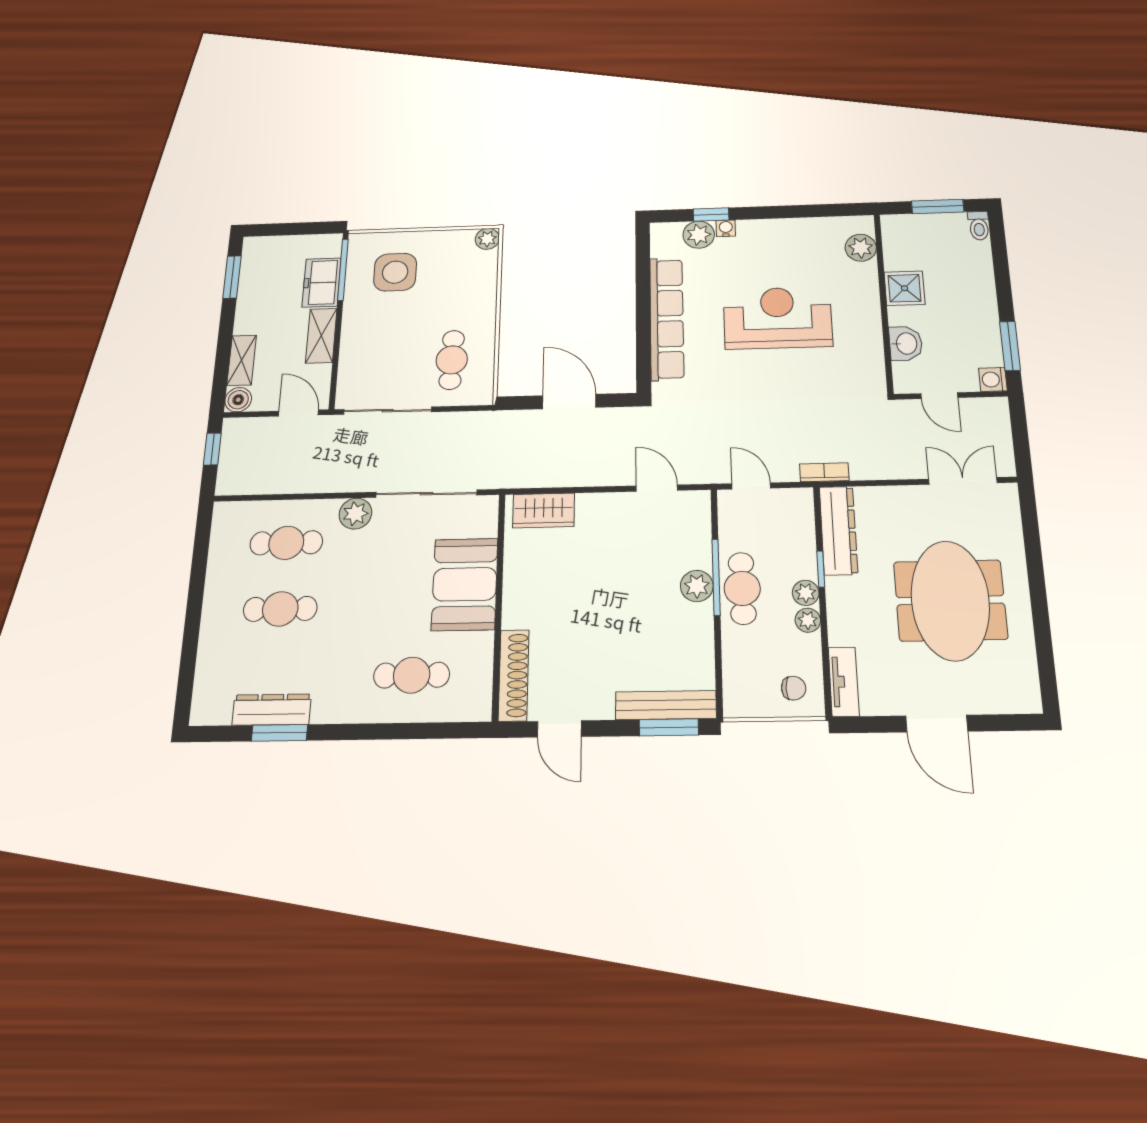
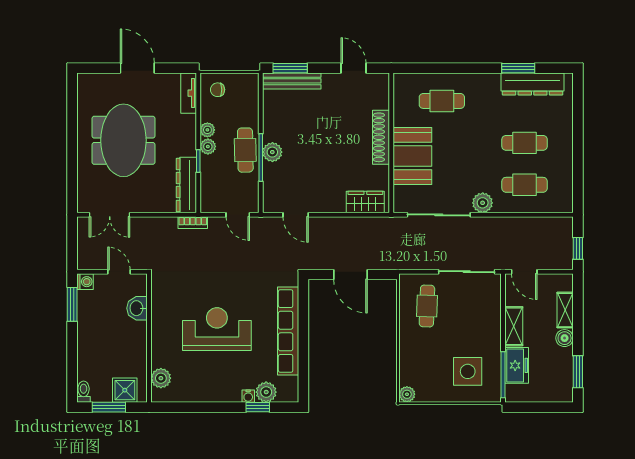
shower: (904, 288) -> (125, 390), moved
reception desk: (778, 318) -> (217, 329), turned 180
boiler: (238, 400) -> (565, 338), moved
shoe rack: (514, 675) -> (381, 137), moved
dresser: (272, 710) -> (533, 84), width x1.37, depth x1.24

